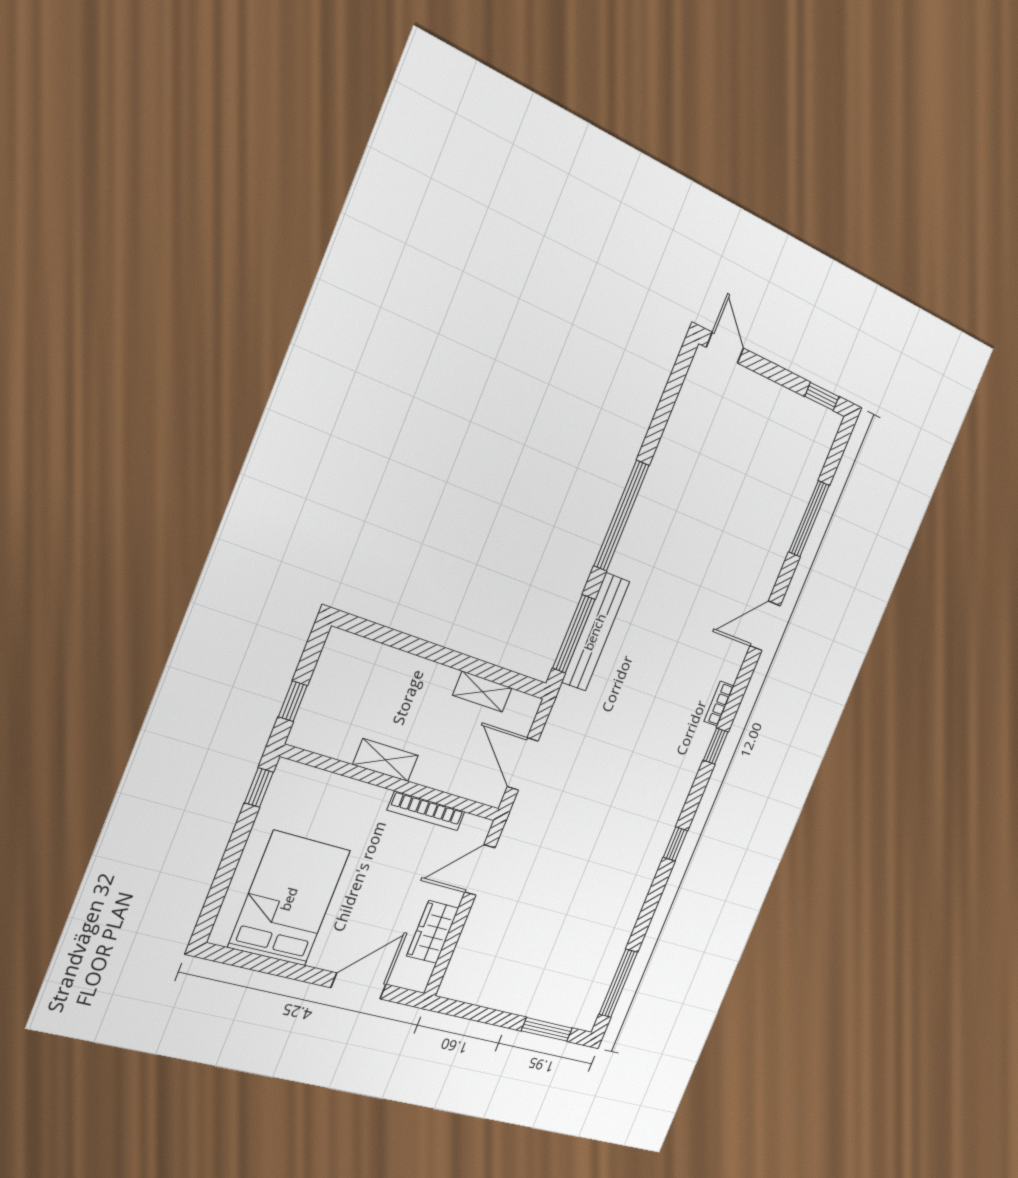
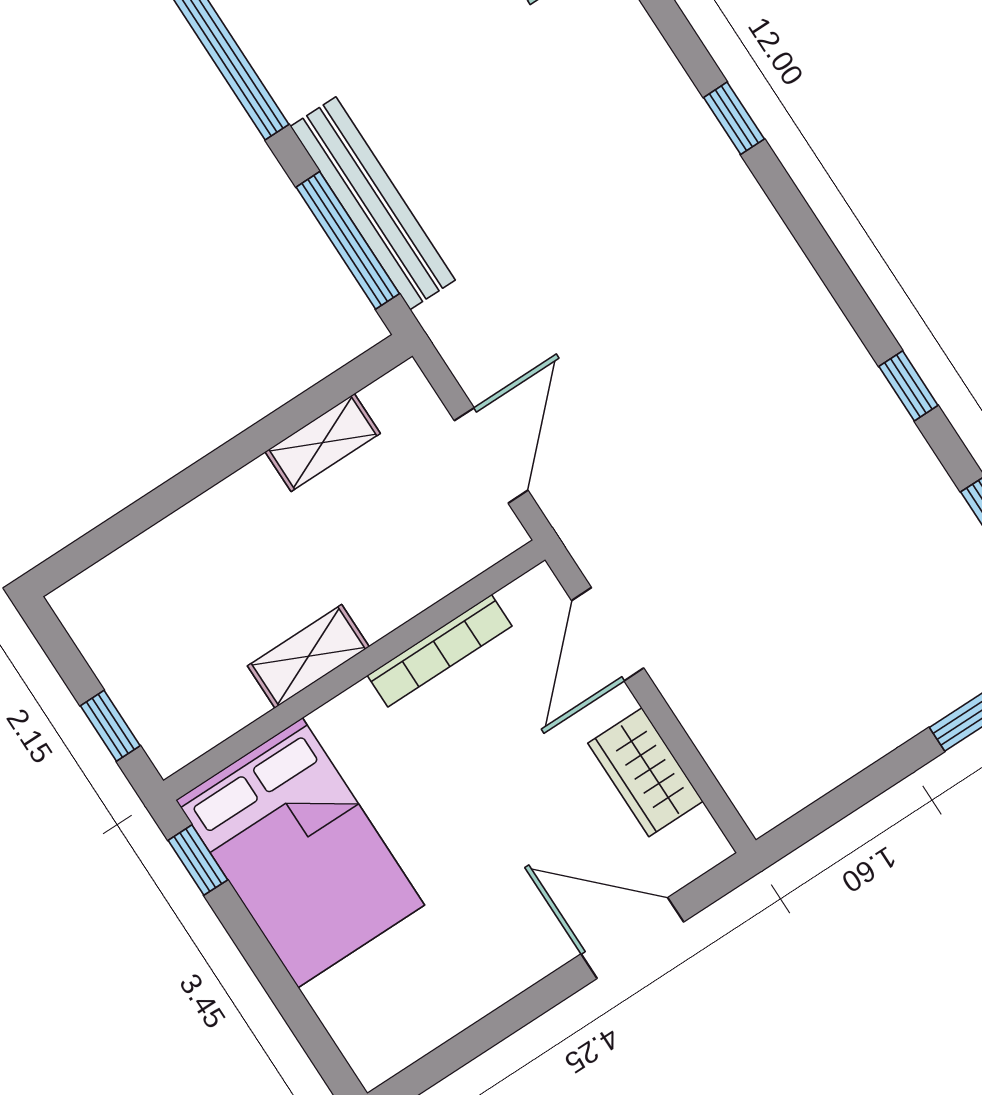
bookcase: (719, 704) -> (664, 68), removed
door: (523, 764) -> (491, 455), swing flipped
window: (675, 844) -> (908, 386), moved
bed: (289, 899) -> (300, 853), moved, turned 180
door: (359, 986) -> (632, 938), hinge flipped

